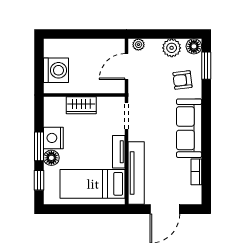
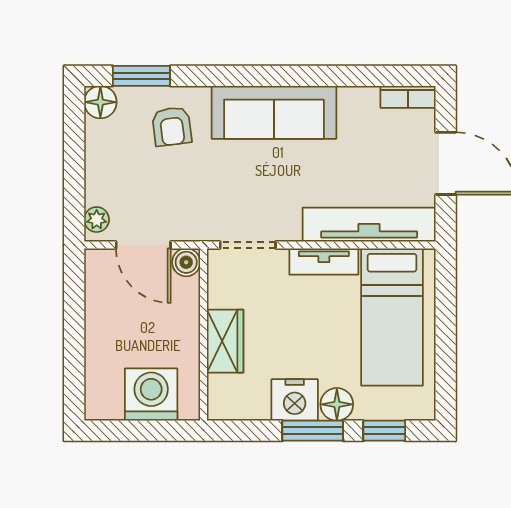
plant: (172, 48) -> (104, 149), removed
boiler: (118, 87) -> (186, 262), added
bookcase: (196, 172) -> (408, 97), moved

